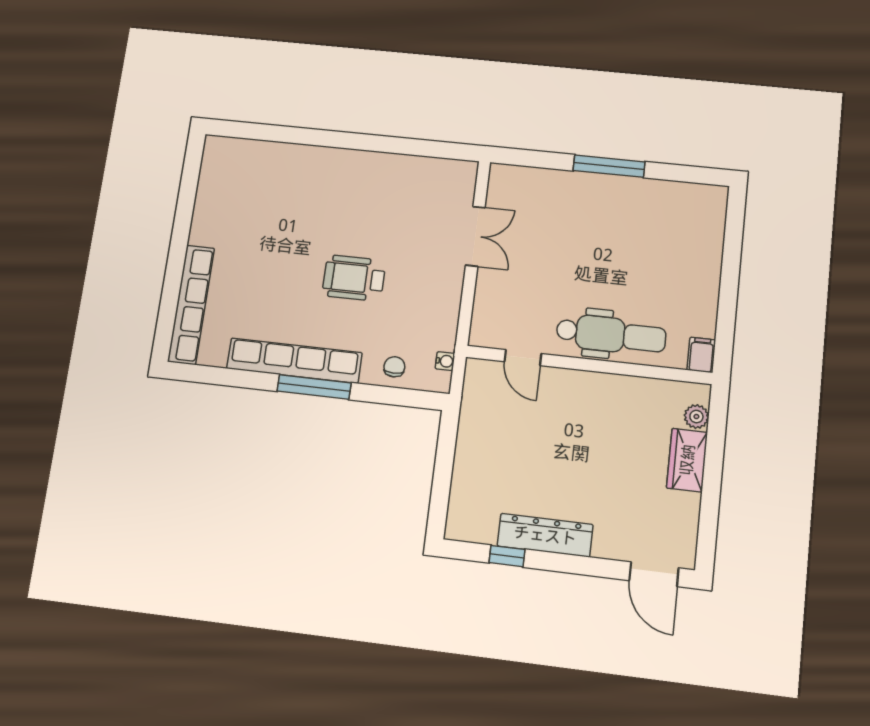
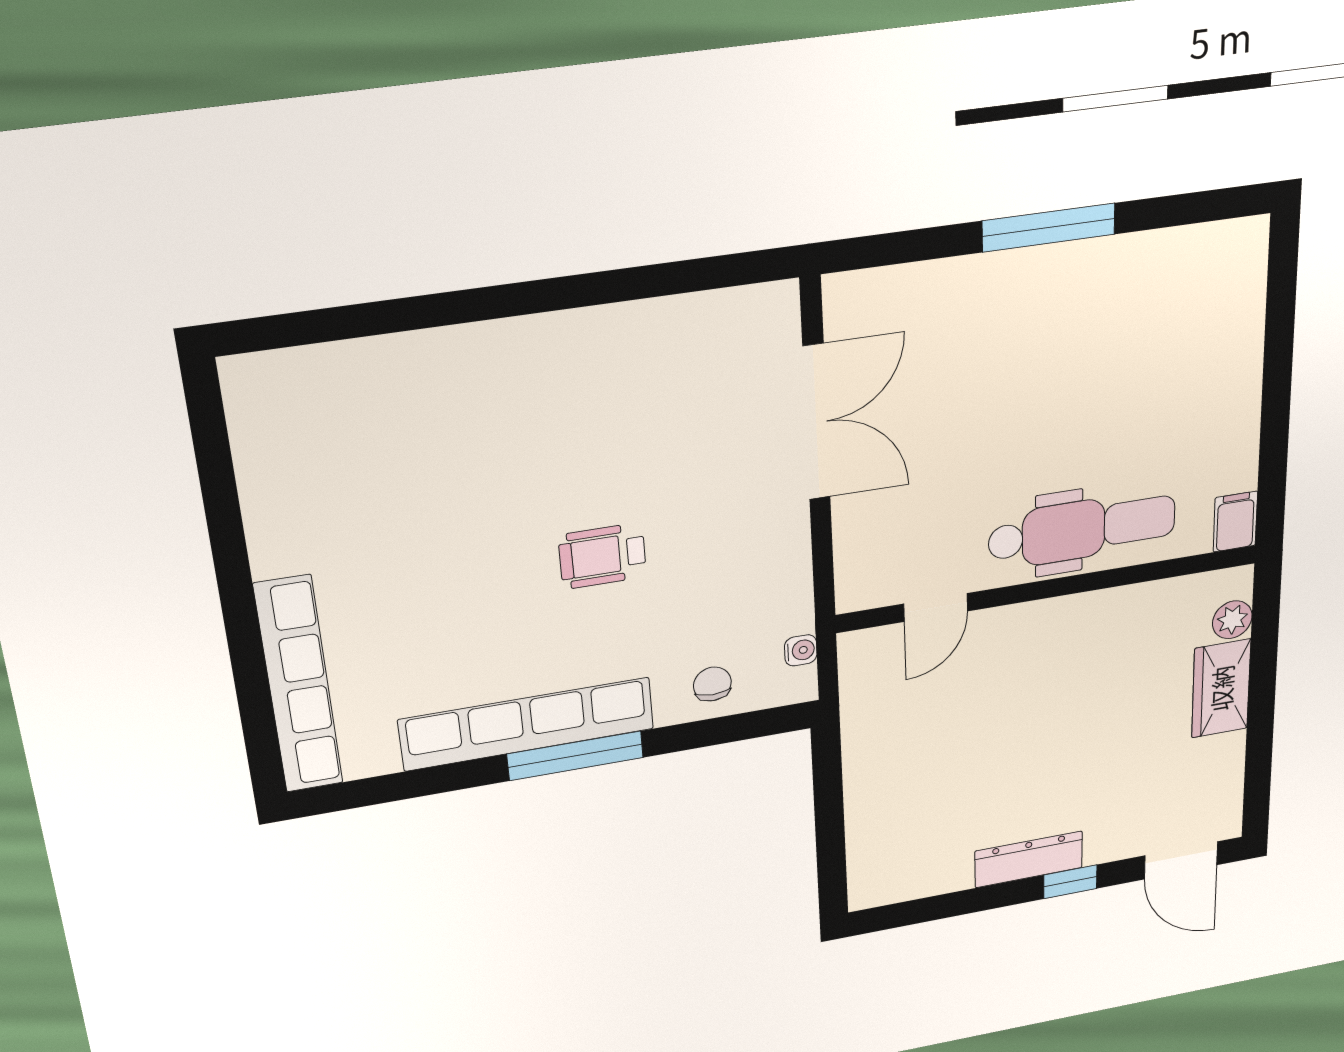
double door: (475, 236) -> (817, 422), width x1.37
wheelchair: (354, 278) -> (602, 556), width x0.73, depth x0.73
door: (523, 358) -> (936, 608), hinge flipped
dresser: (545, 535) -> (1029, 859), width x0.73, depth x0.80
window: (507, 556) -> (1070, 882), moved

